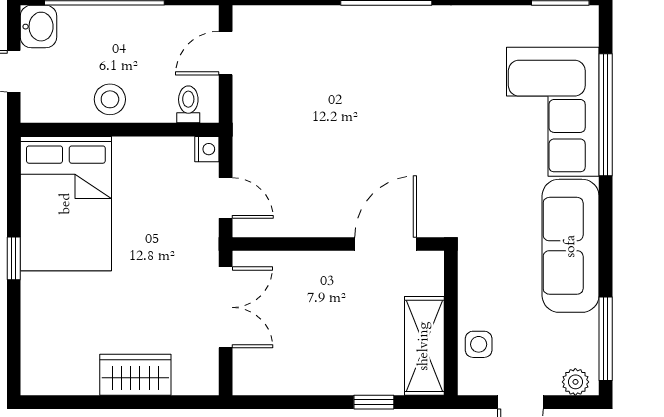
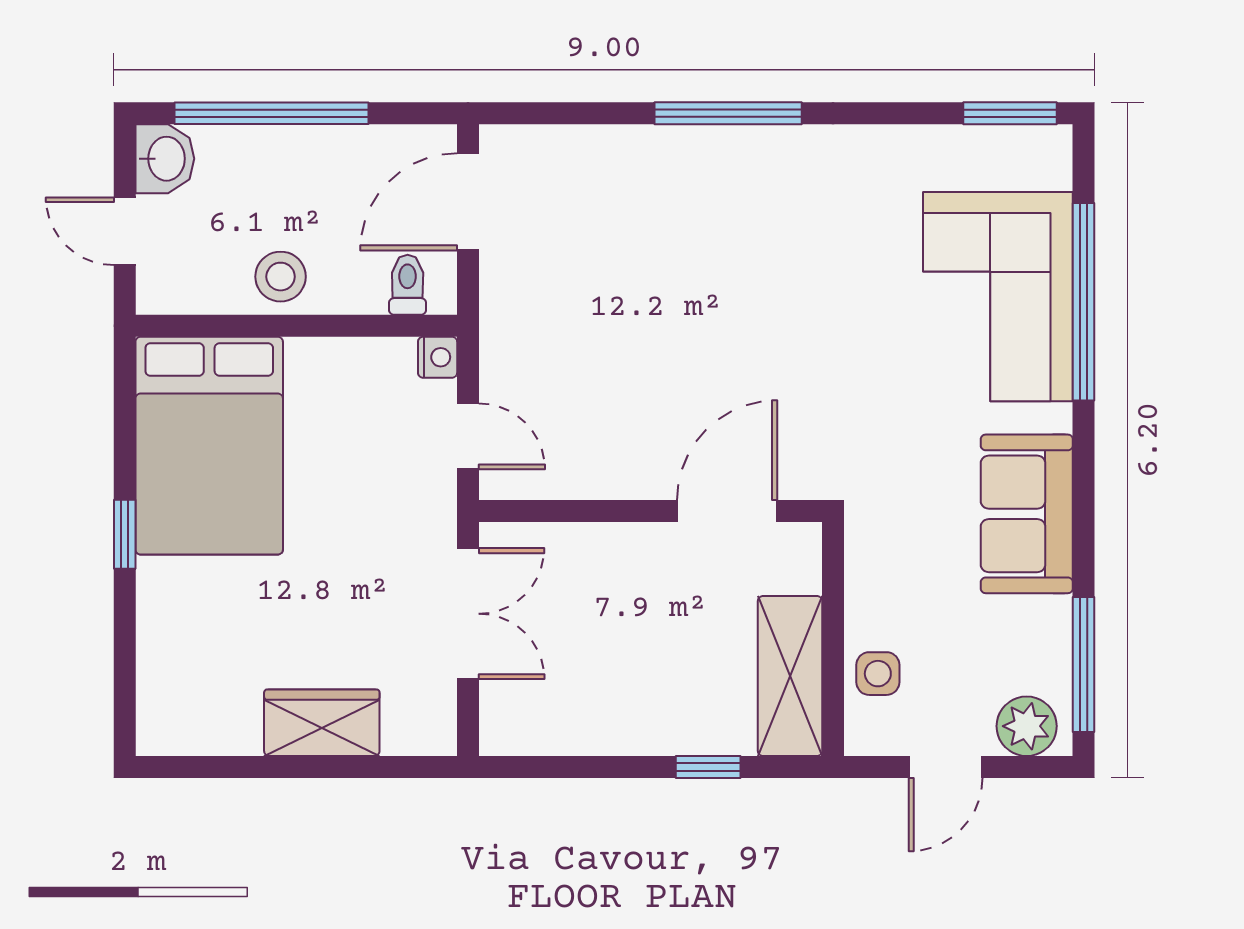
door: (226, 53) -> (468, 202), width x1.38
sofa: (571, 246) -> (1027, 514), width x0.73
plant: (575, 382) -> (1027, 726), width x1.38, depth x1.38

